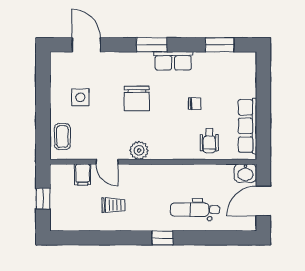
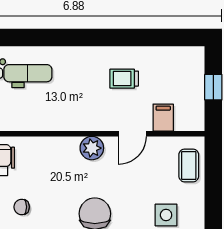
door: (107, 162) -> (132, 134), swing flipped
window: (162, 238) -> (62, 37), removed

